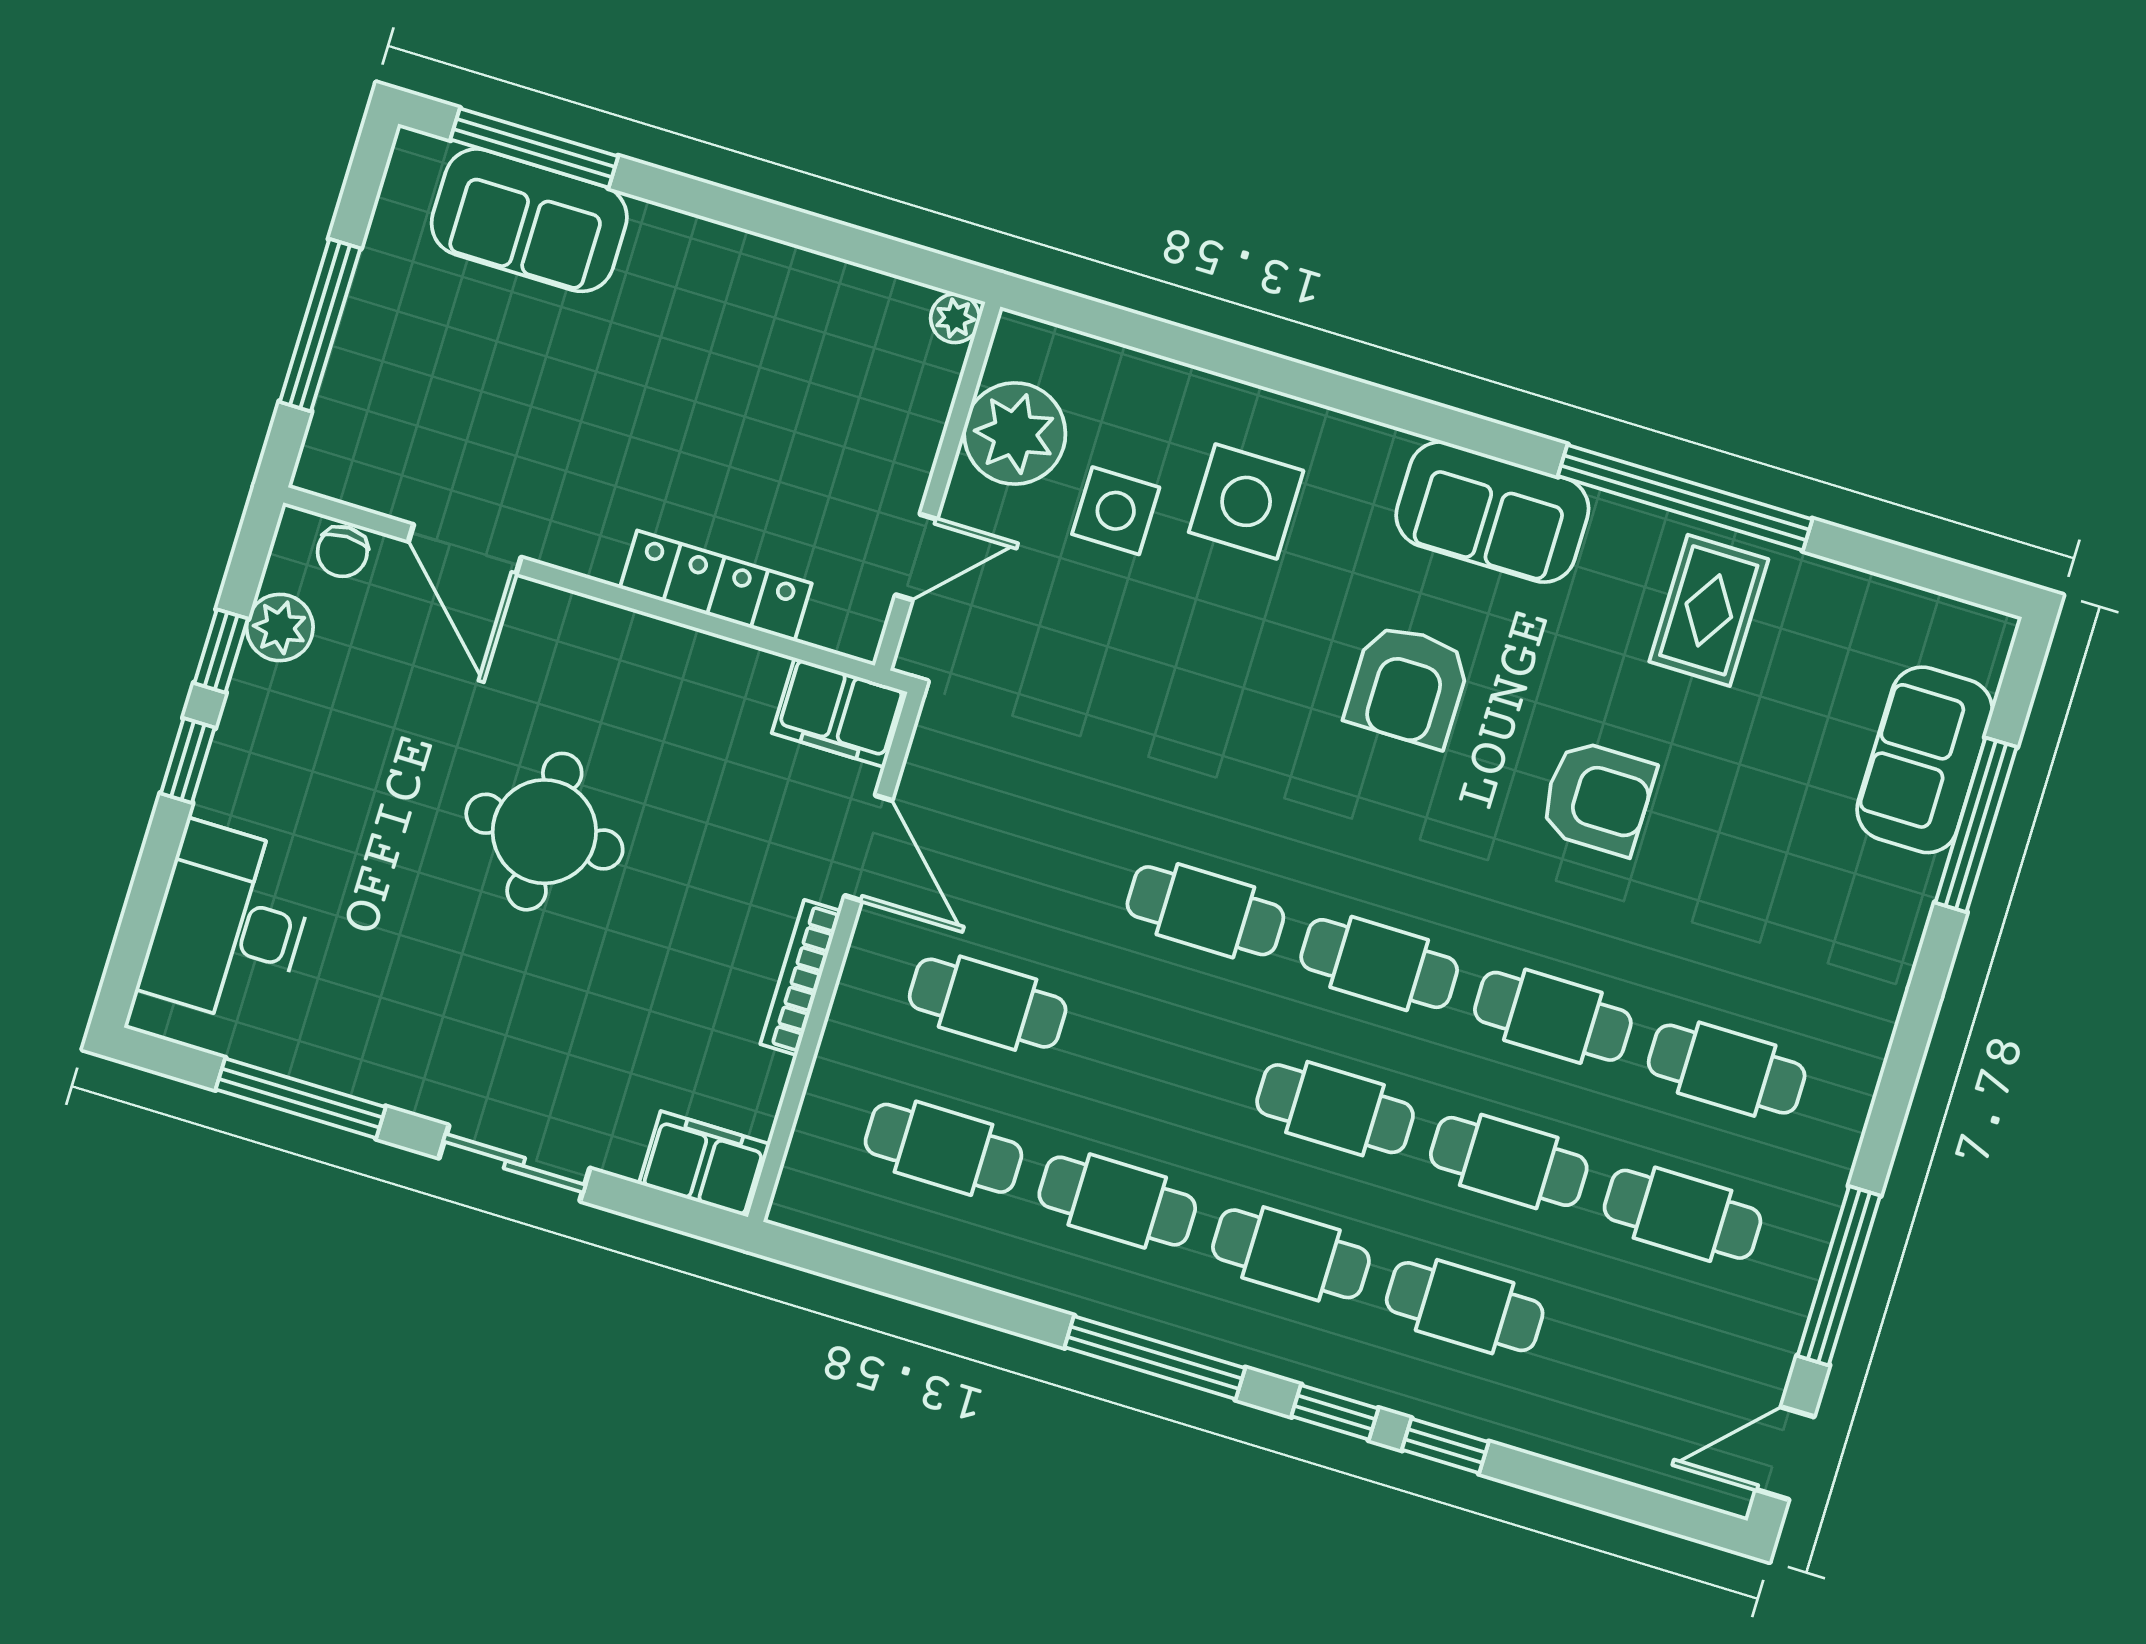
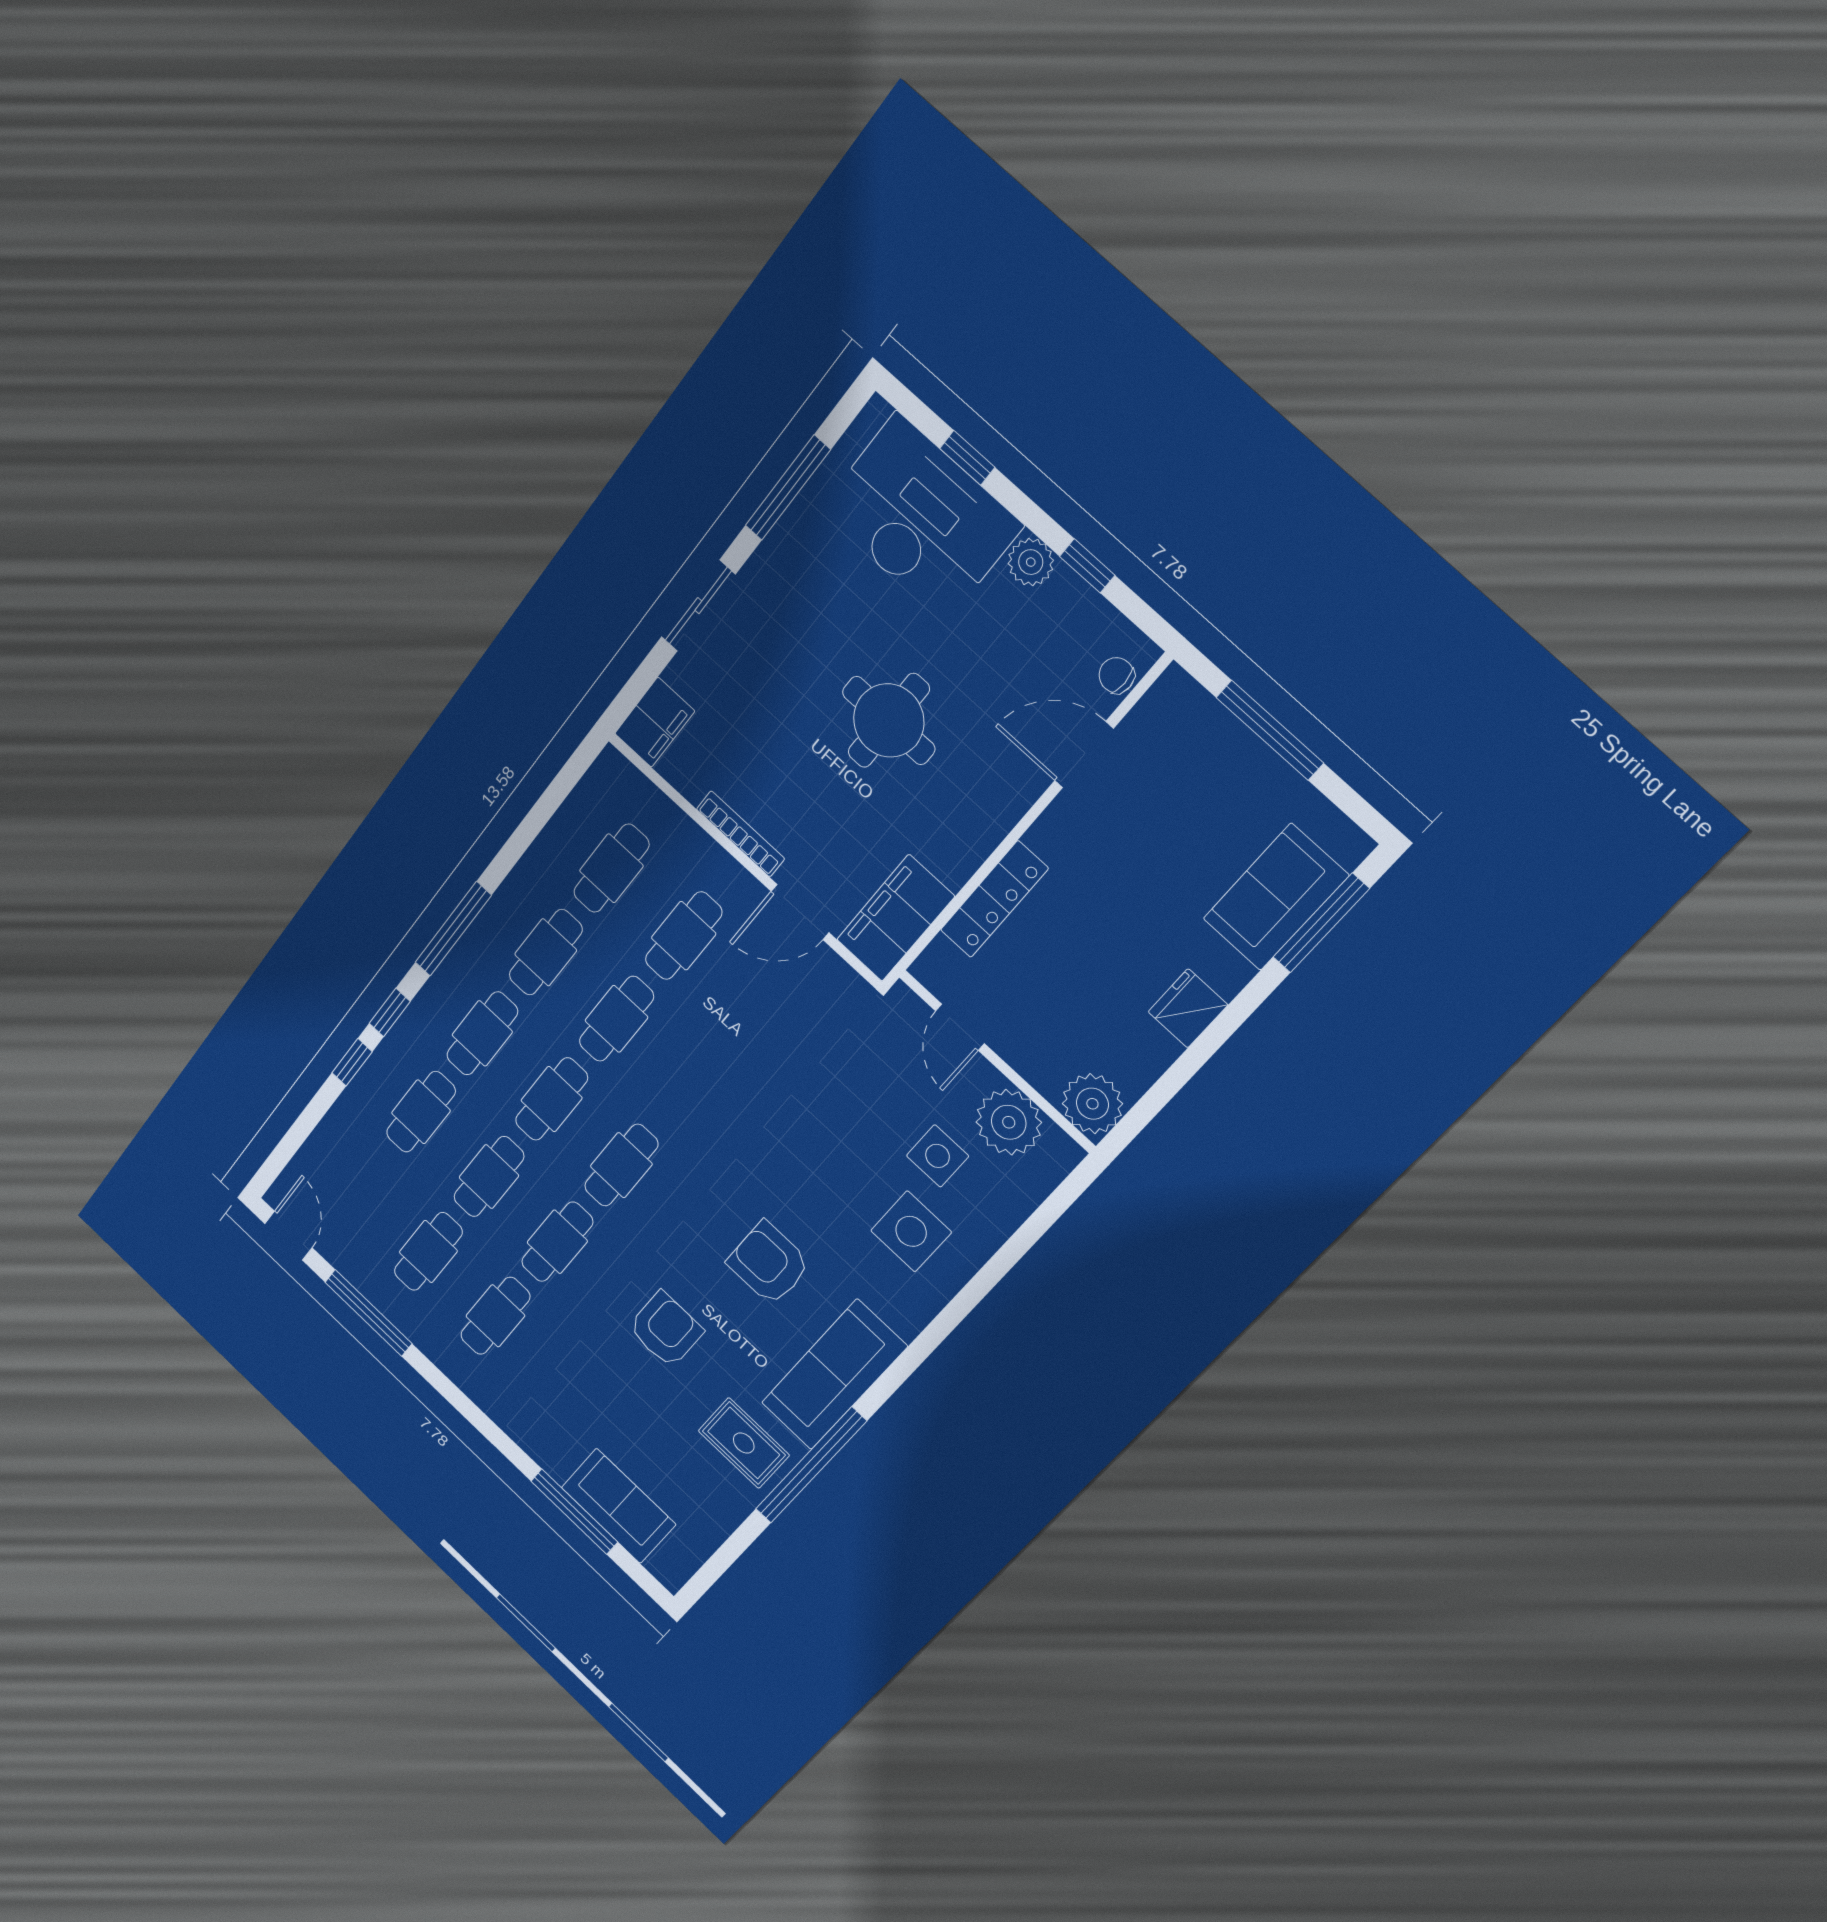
fridge: (733, 265) -> (1188, 1008), added
plant: (955, 318) -> (1092, 1104), width x1.87, depth x1.87
sofa: (1492, 512) -> (834, 1375), width x1.36
plant: (280, 628) -> (1031, 562), moved
filing cabinet: (840, 713) -> (895, 918), width x1.50, depth x1.17
window: (188, 761) -> (967, 458), moved
armchair: (1597, 798) -> (666, 1330), turned 180
cafe table: (1205, 911) -> (616, 1019), moved
desk: (229, 924) -> (921, 518), width x1.36, depth x1.30

